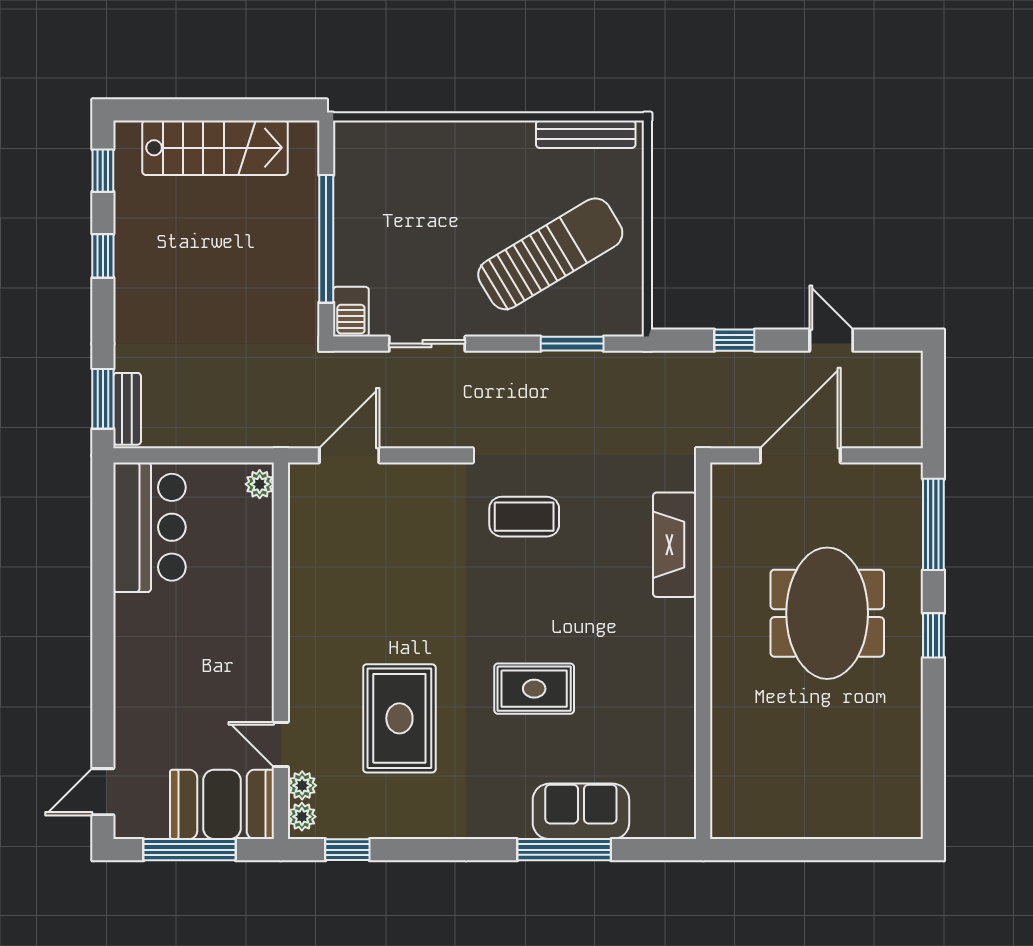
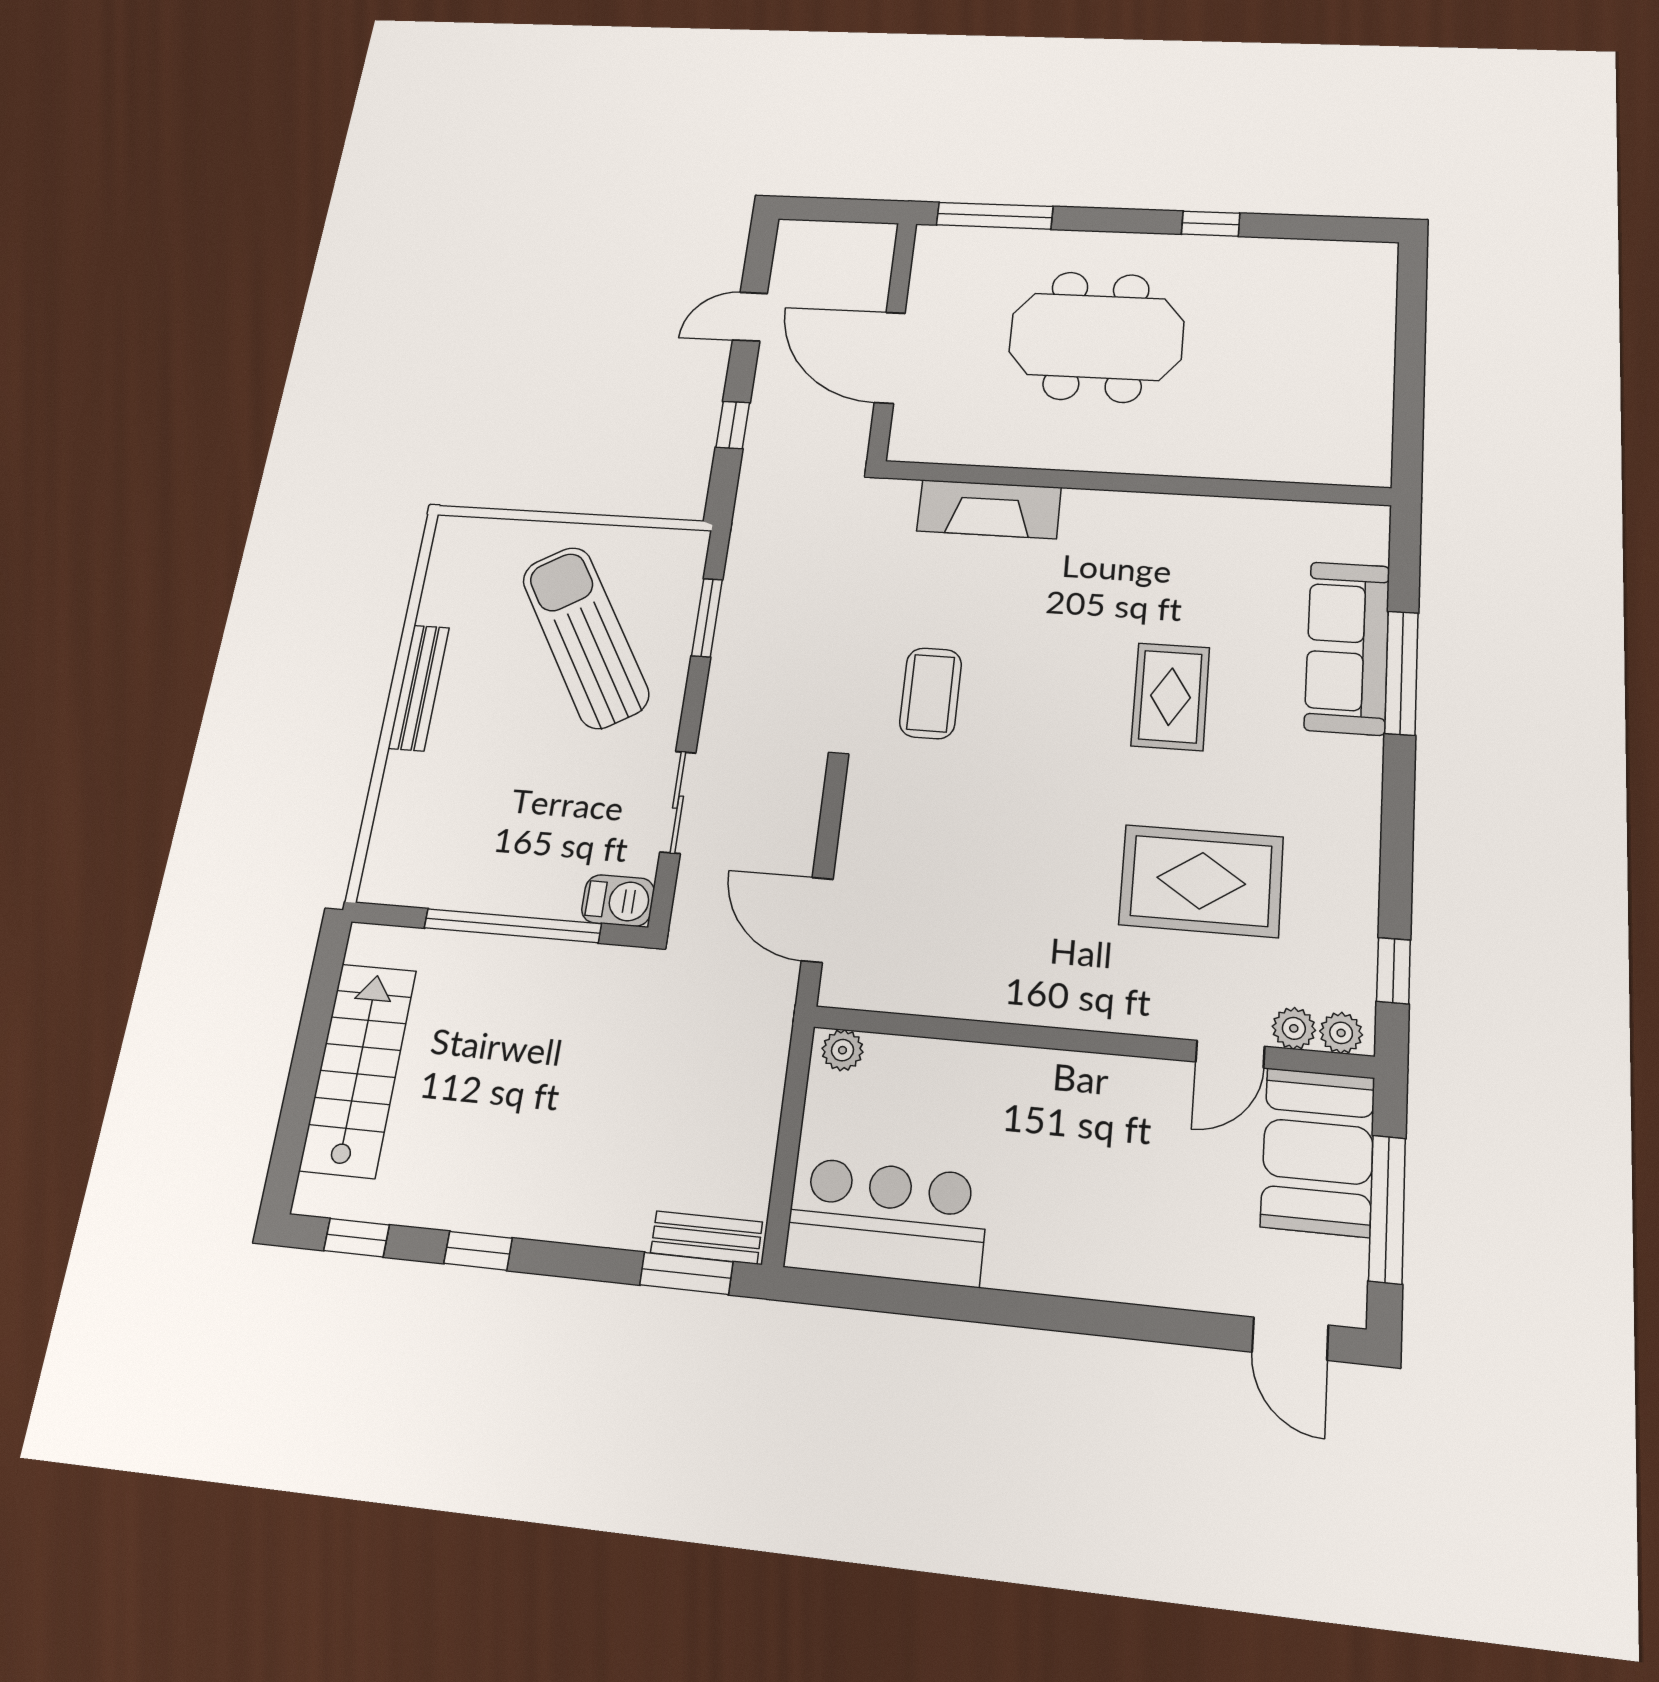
bench: (586, 134) -> (419, 688), moved
window: (933, 635) -> (1211, 224), moved
sofa: (581, 811) -> (1347, 647), width x1.36

